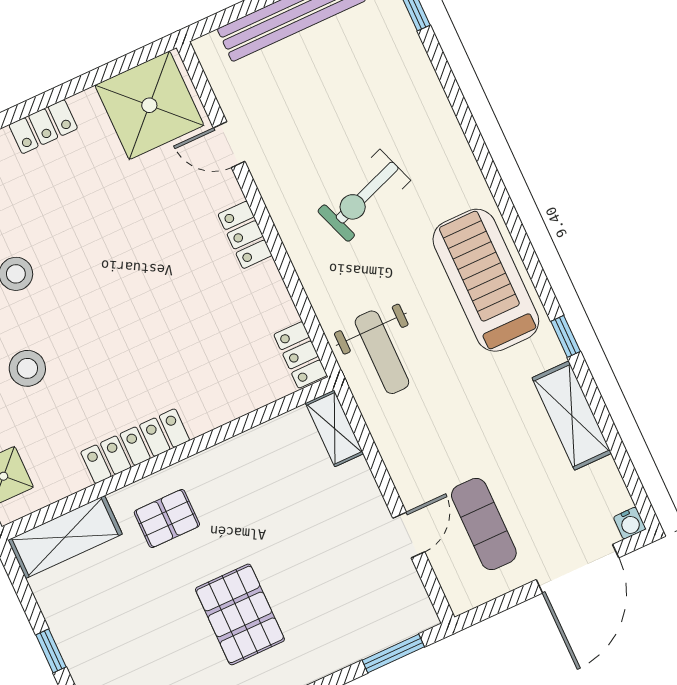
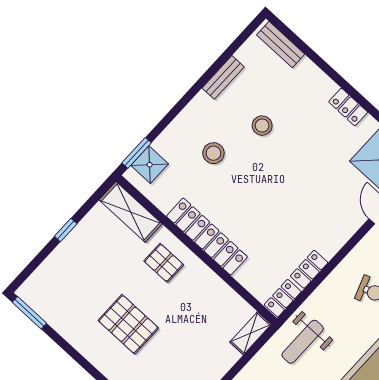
locker: (245, 235) -> (309, 269), moved
locker: (135, 446) -> (207, 237), width x1.41, depth x1.21
pallet: (240, 614) -> (128, 324), turned 90

